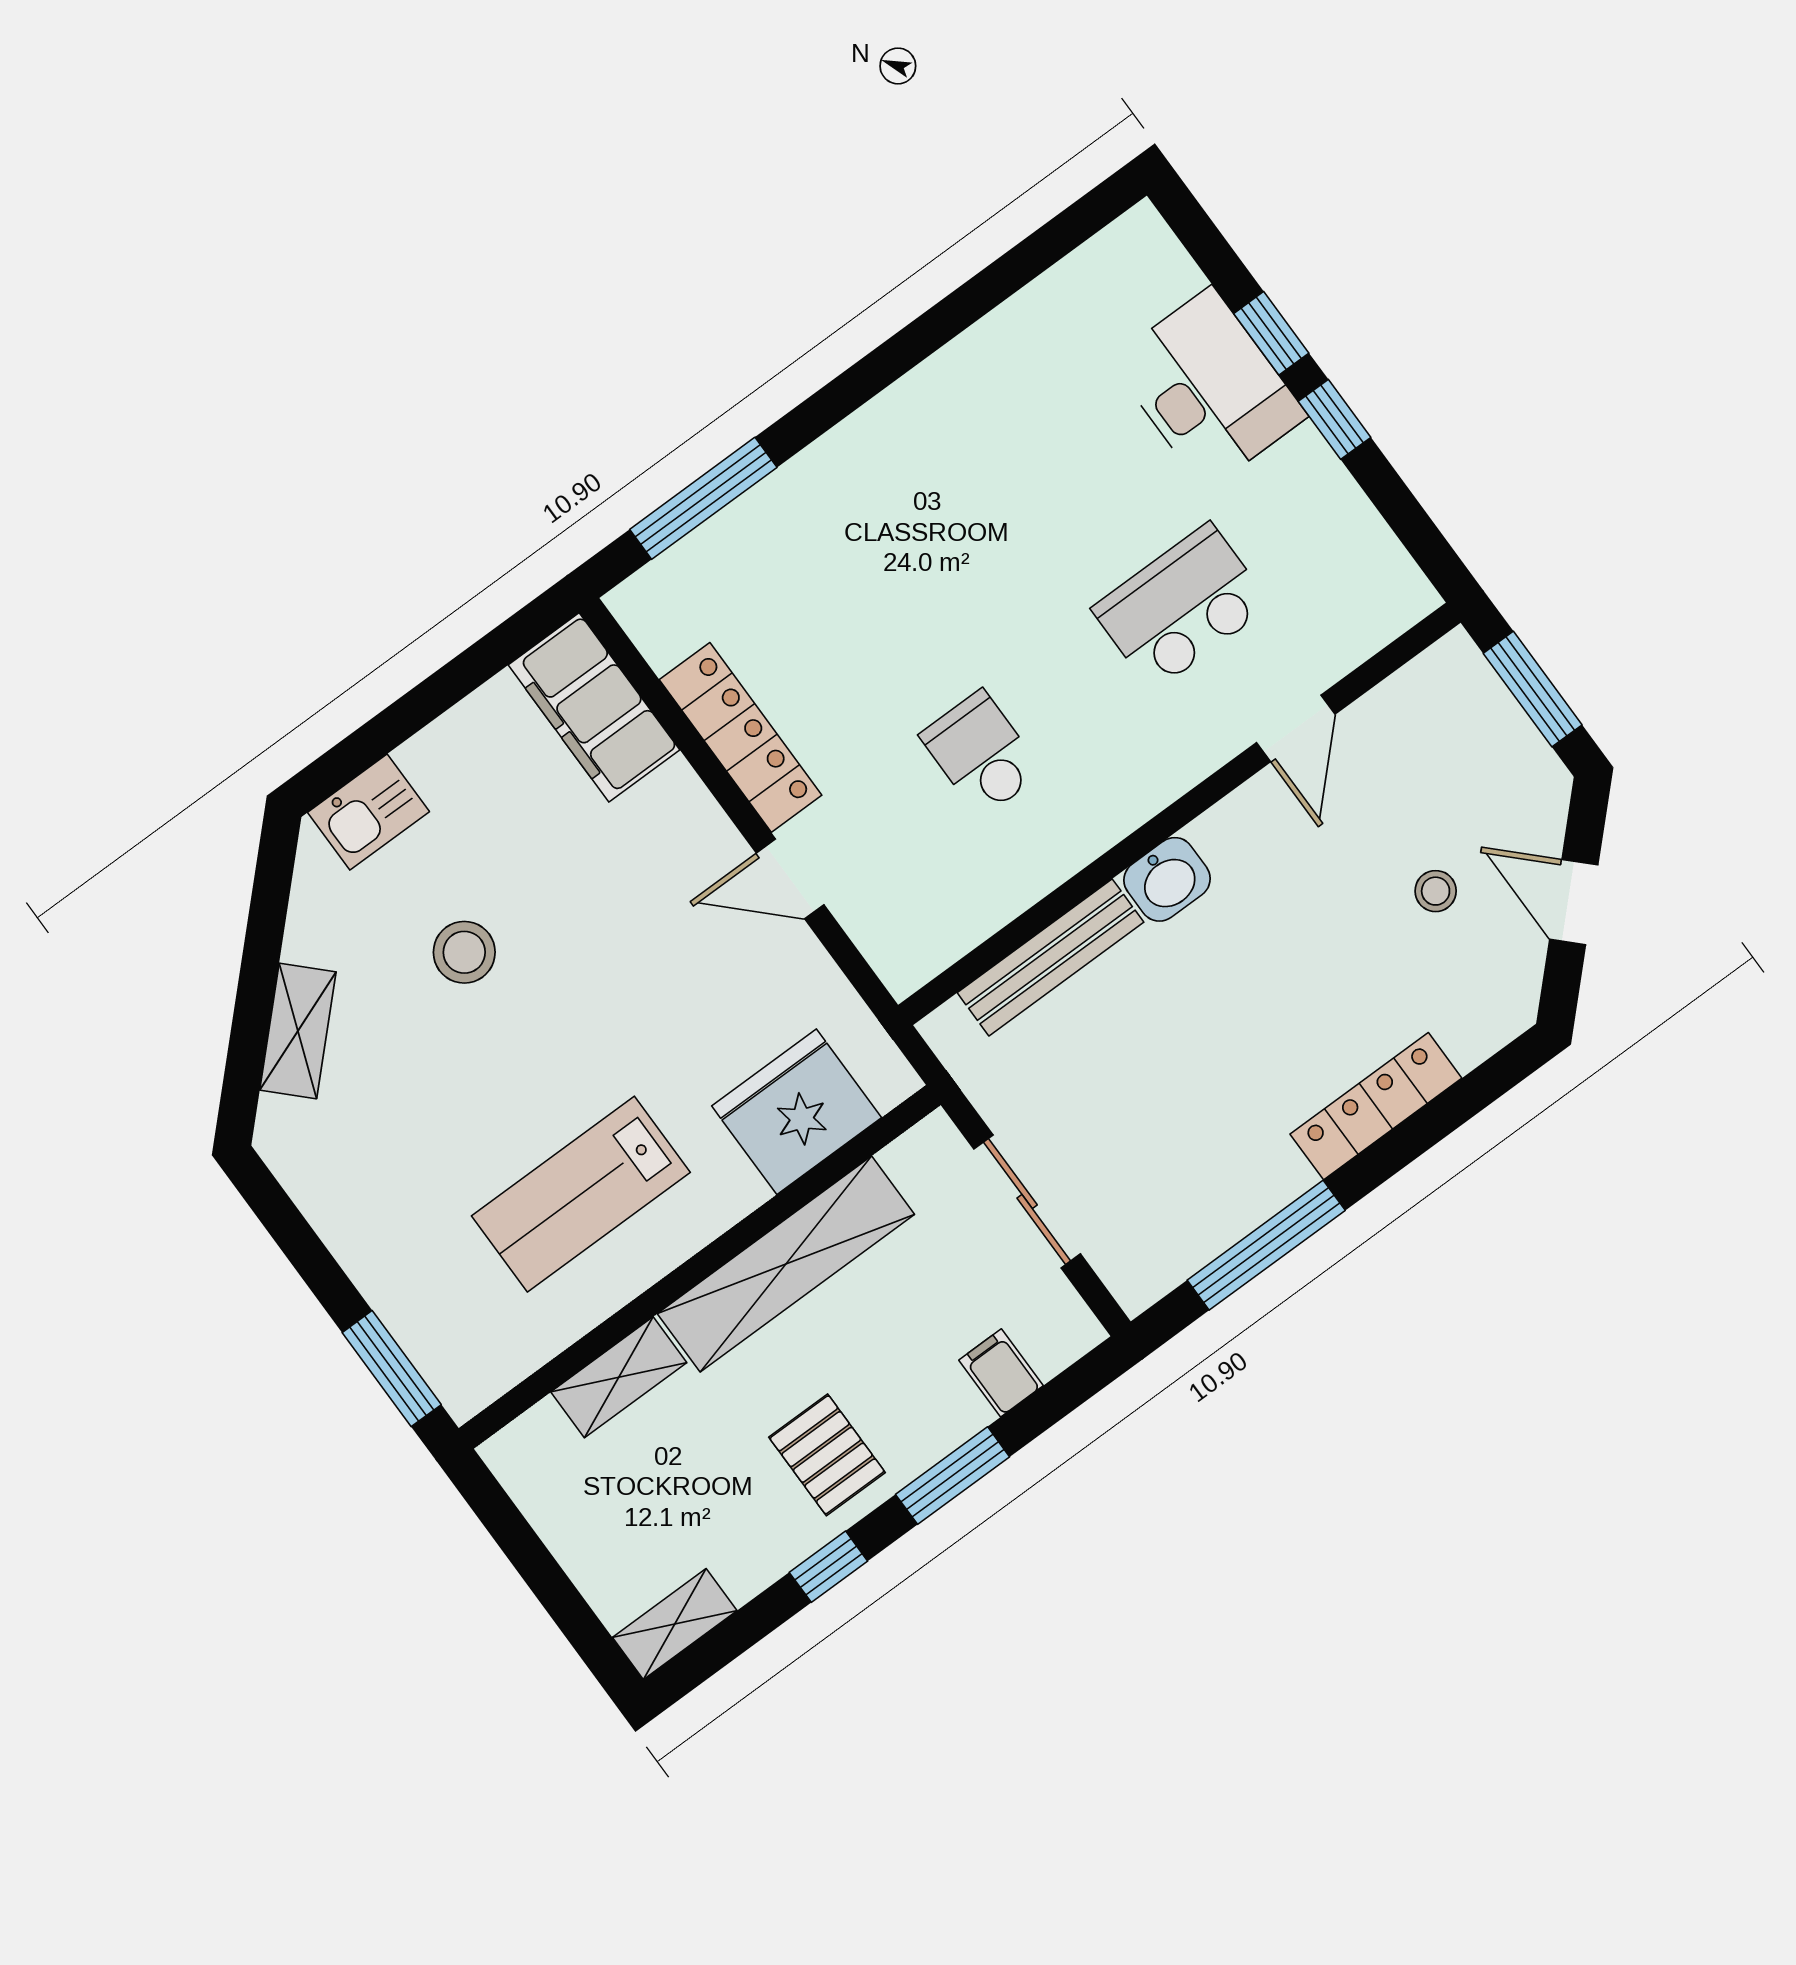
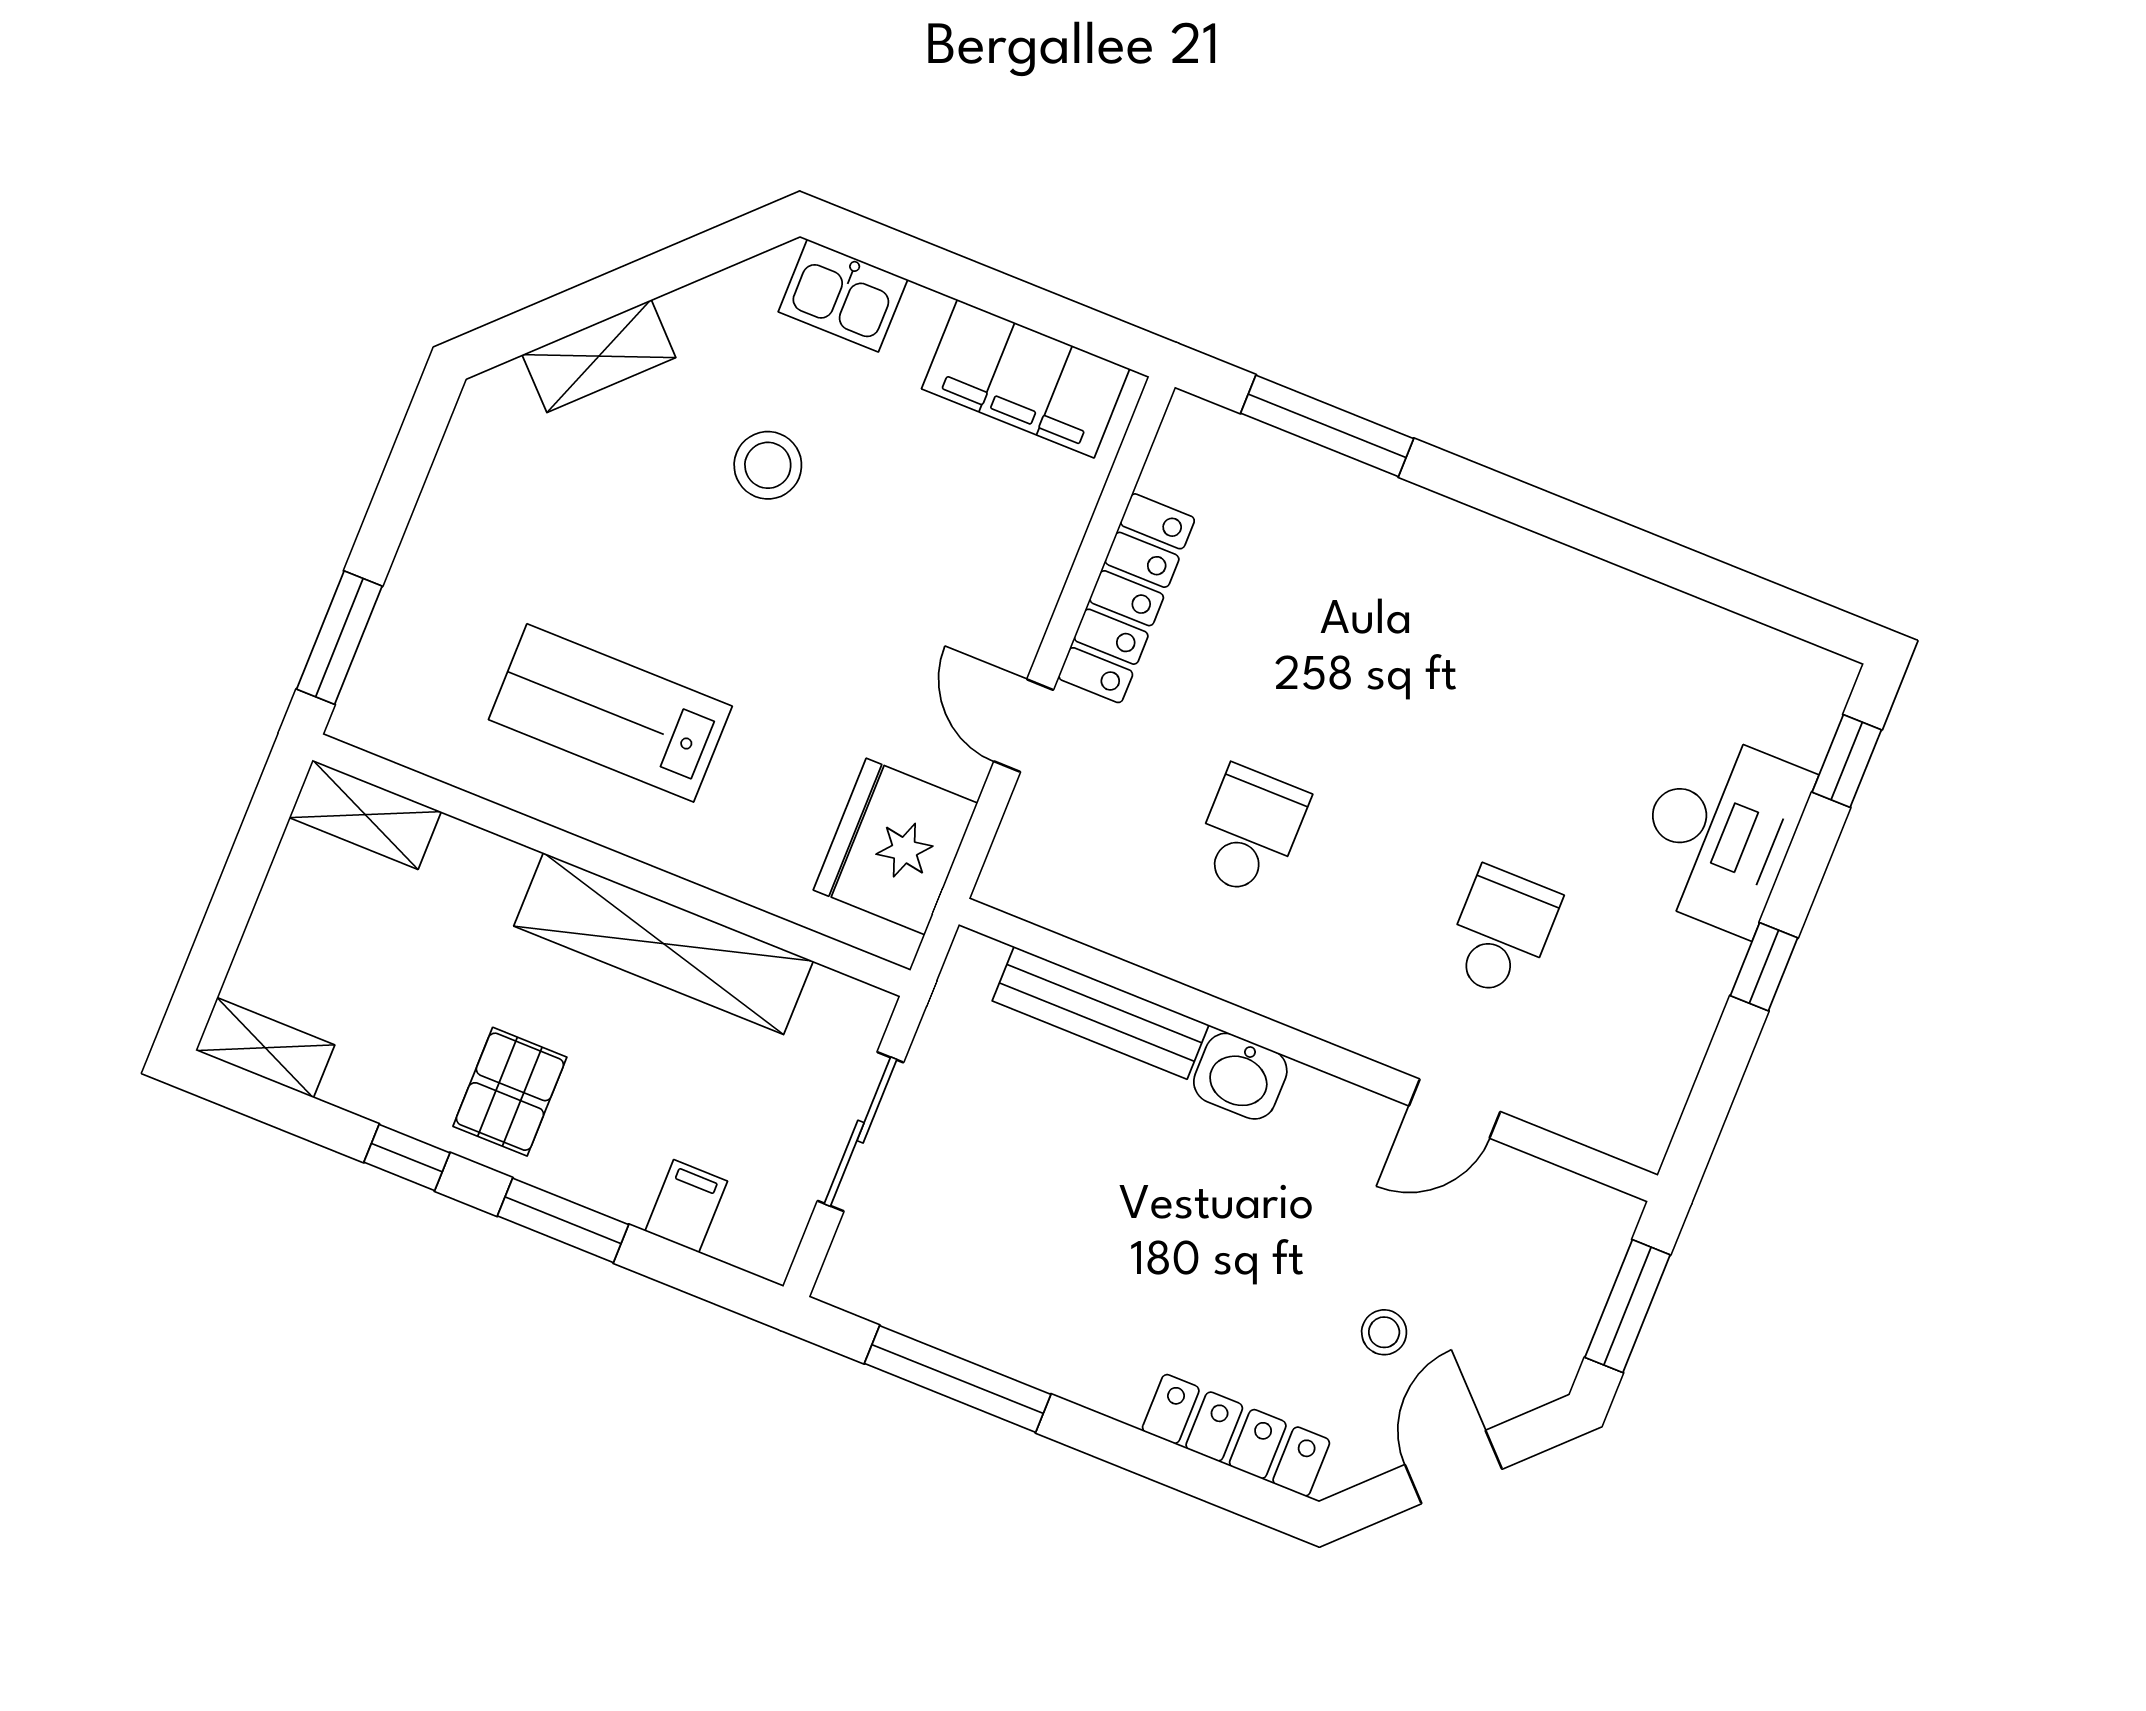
window: (1271, 333) -> (1847, 761), moved
school desk: (1181, 607) -> (1502, 932), width x0.54
filing cabinet: (594, 707) -> (1026, 379), moved, turned -90
locker: (1376, 1106) -> (1236, 1435), moved
fridge: (797, 1112) -> (896, 847), moved, turned -90
shelving: (619, 1377) -> (365, 815), moved

